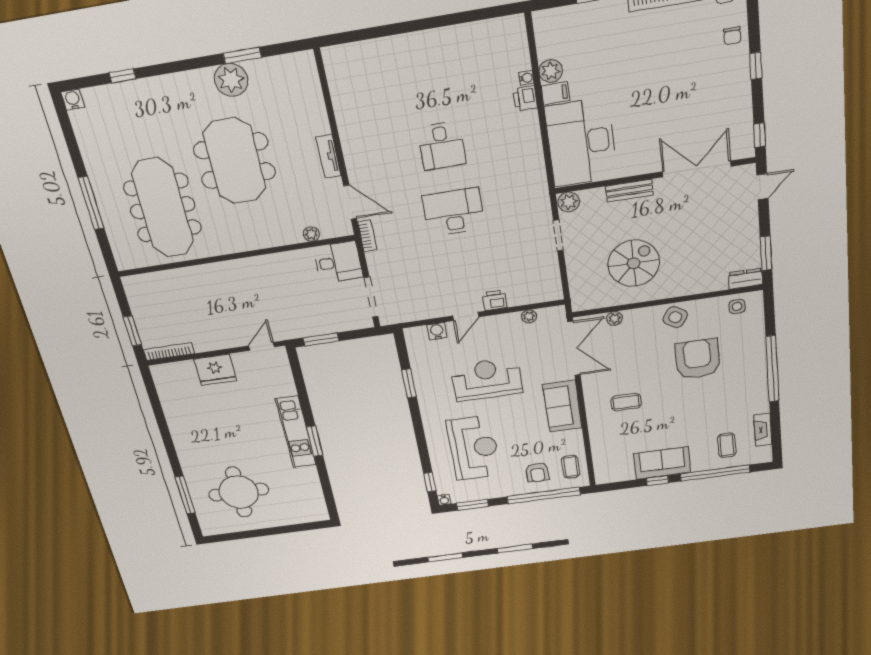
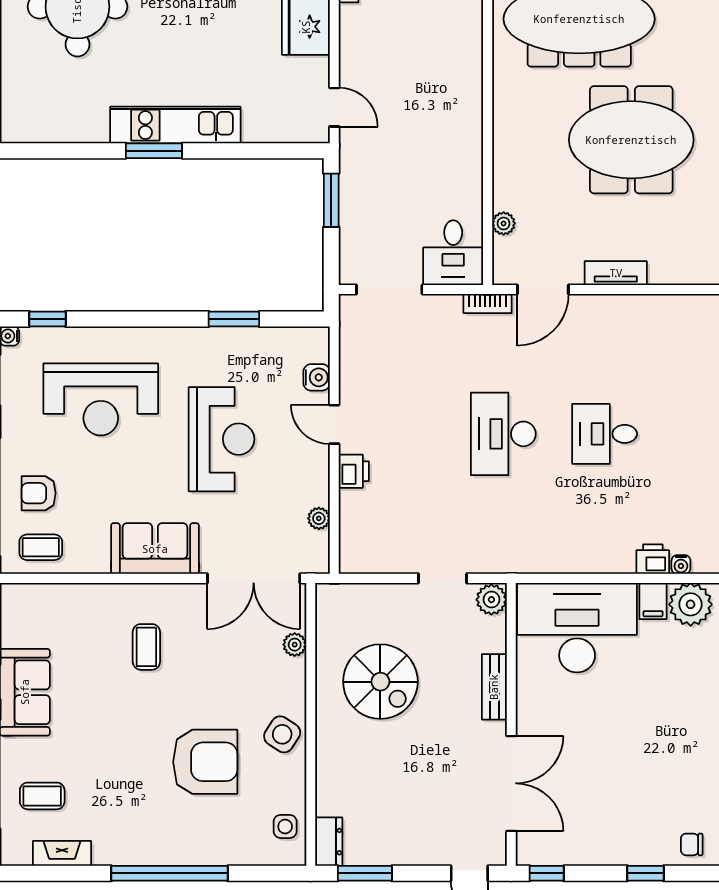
plant: (551, 71) -> (691, 604), width x1.36, depth x1.36
desk: (454, 212) -> (503, 434), turned 180

